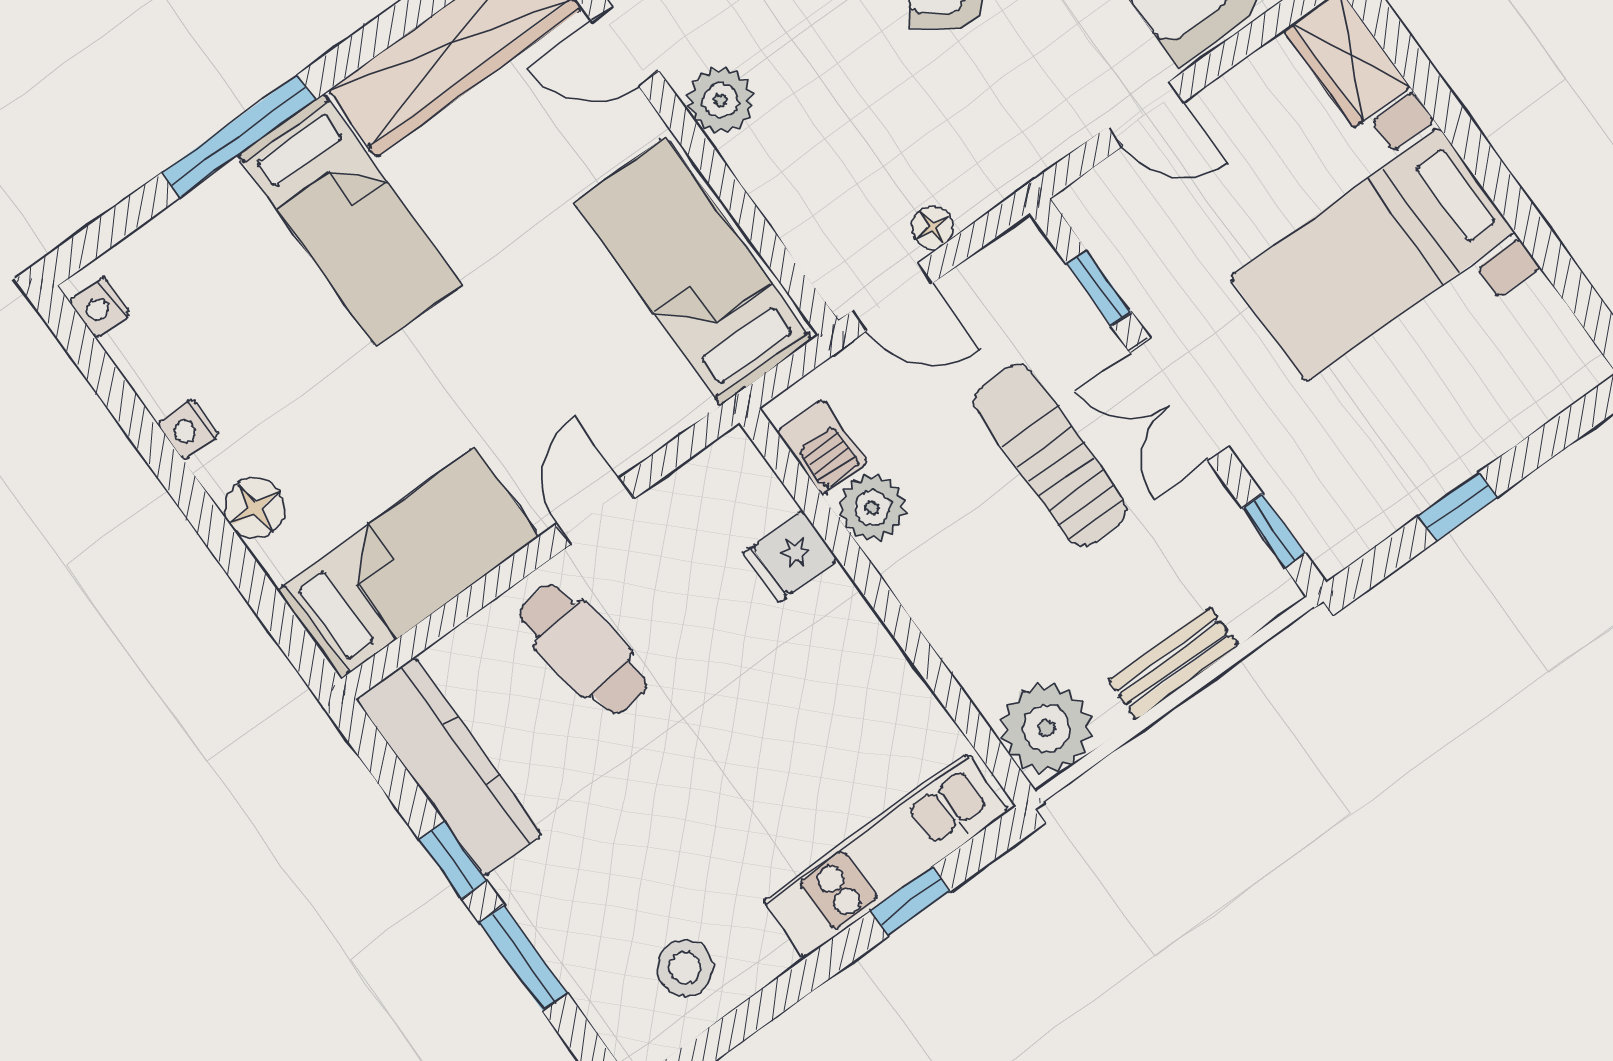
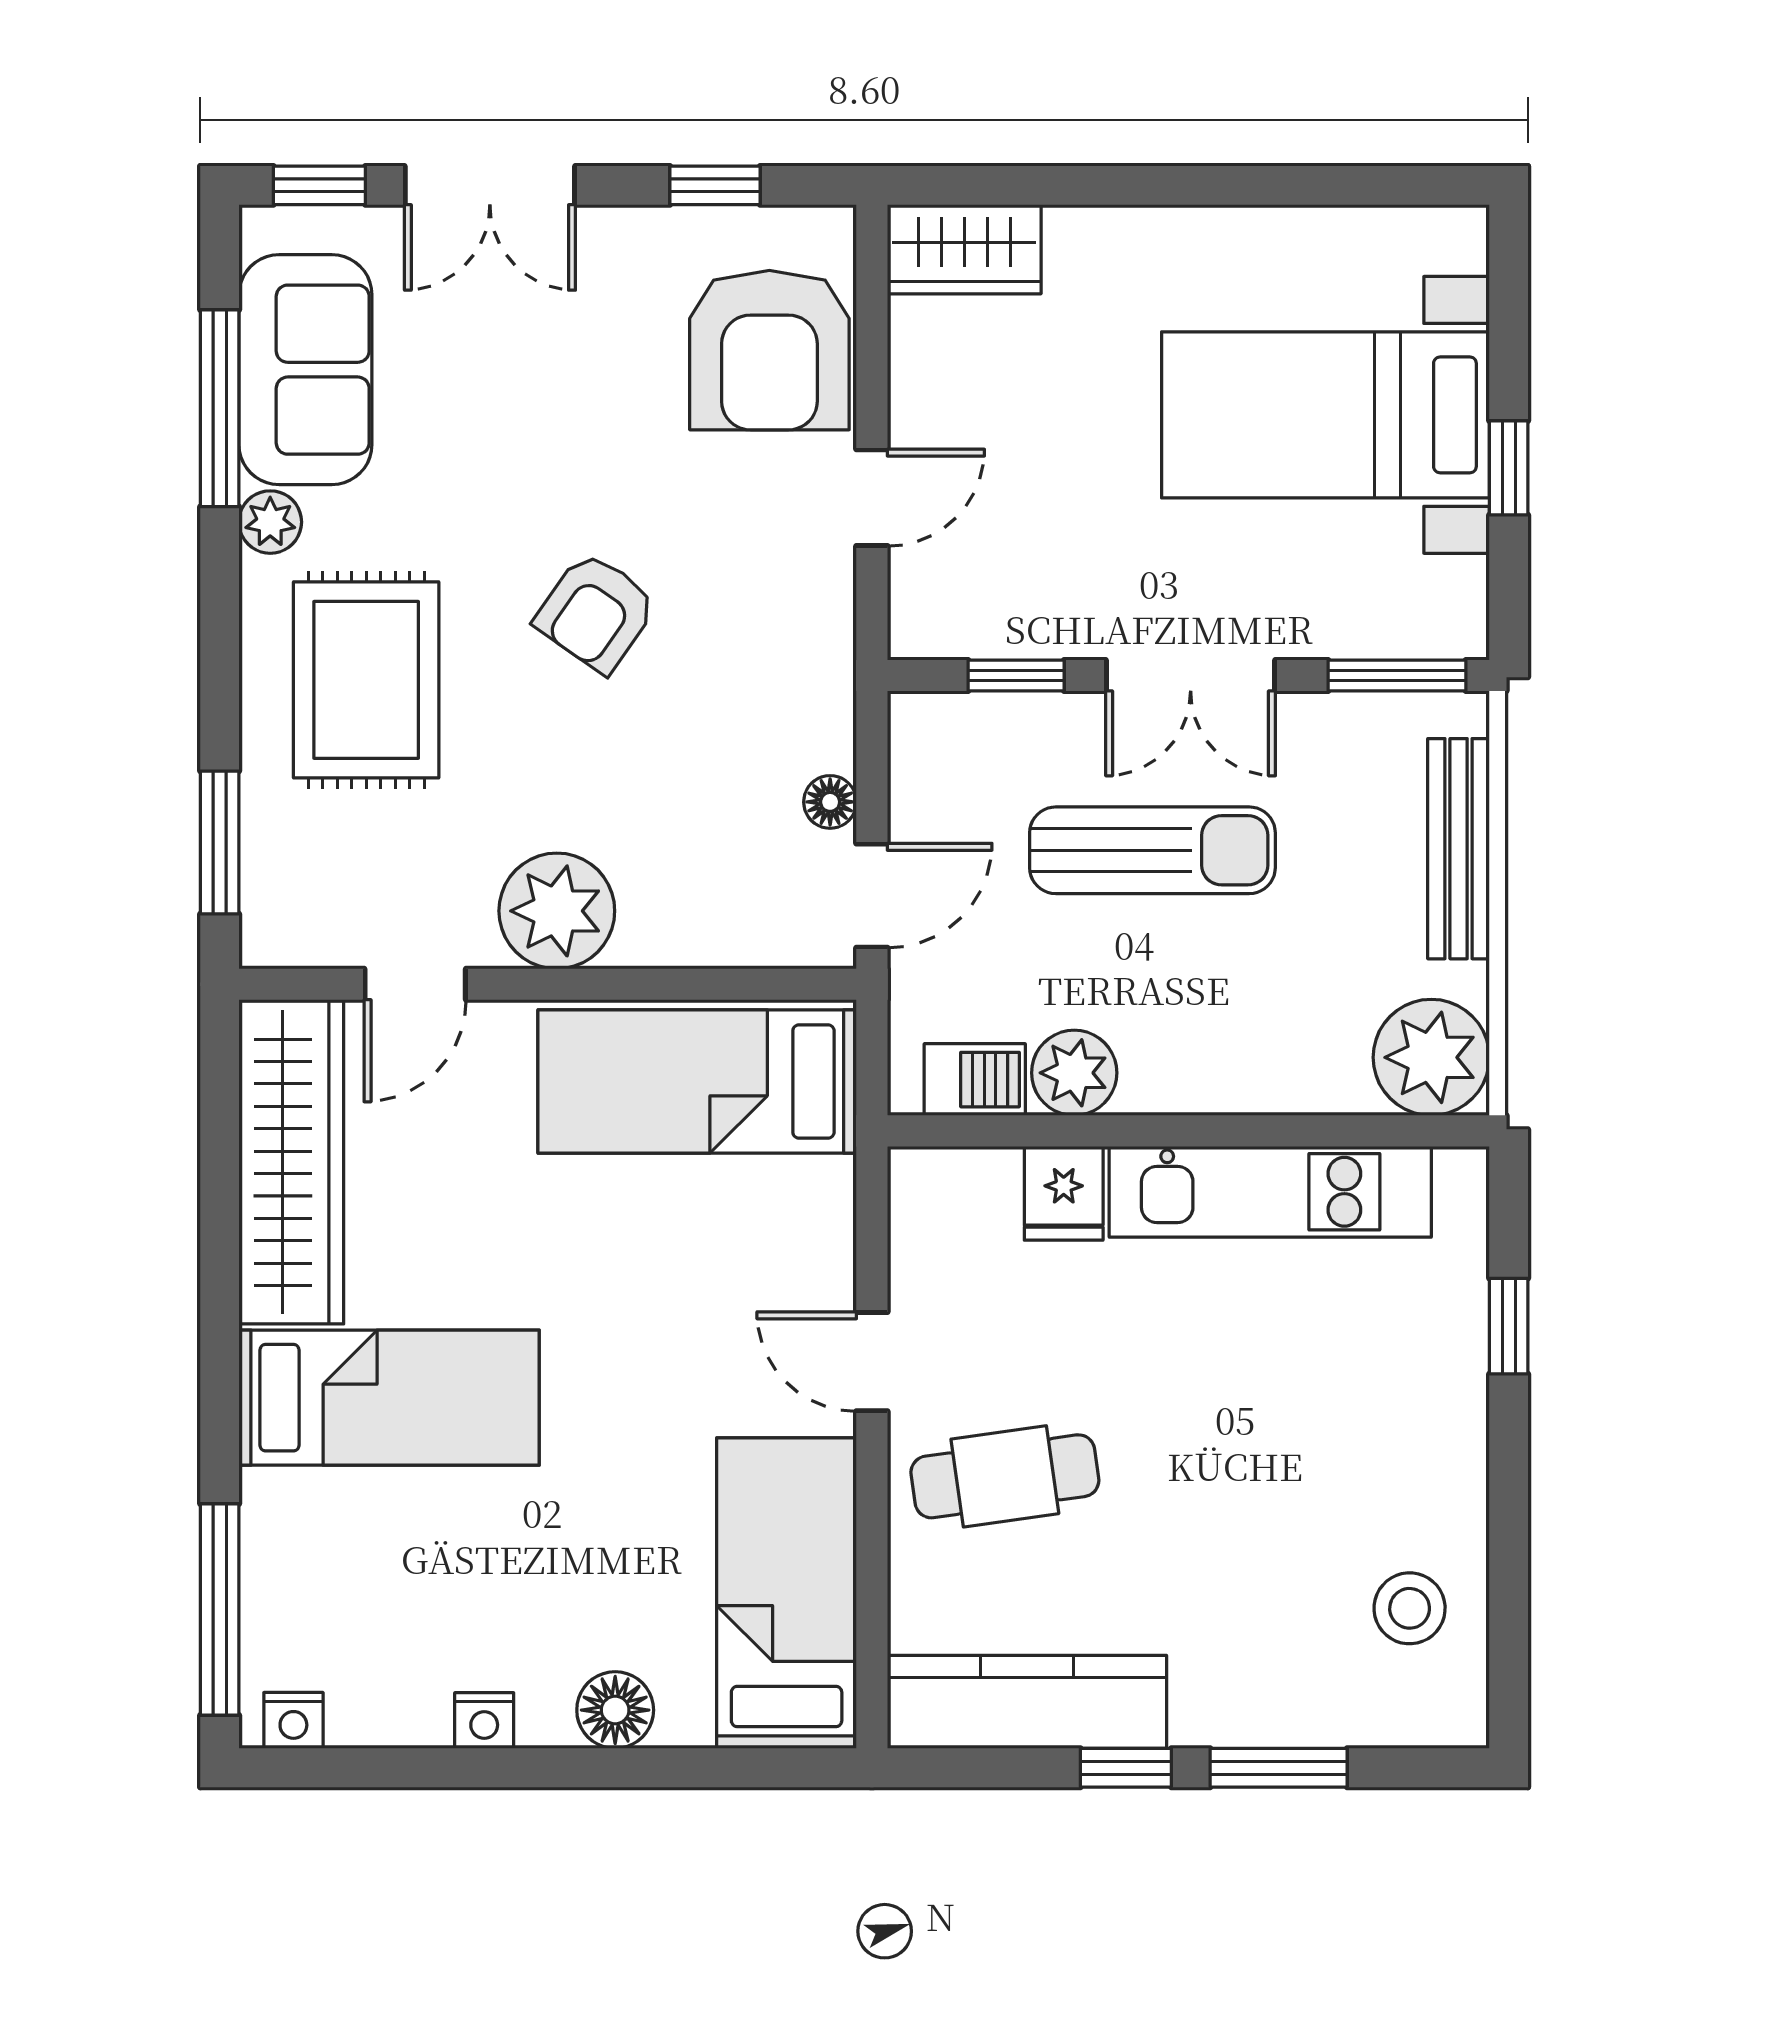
plant: (721, 100) -> (557, 911), width x1.36, depth x1.36
window: (239, 136) -> (220, 1609), moved
bed with nightstands: (1373, 255) -> (1326, 415), moved, turned 90
sun lounger: (1050, 455) -> (1152, 850), turned 180
window: (1274, 531) -> (1397, 676), width x1.50
bench: (1173, 663) -> (1459, 849), width x1.36
kitchen unit: (886, 856) -> (1270, 1192), moved, turned -90

